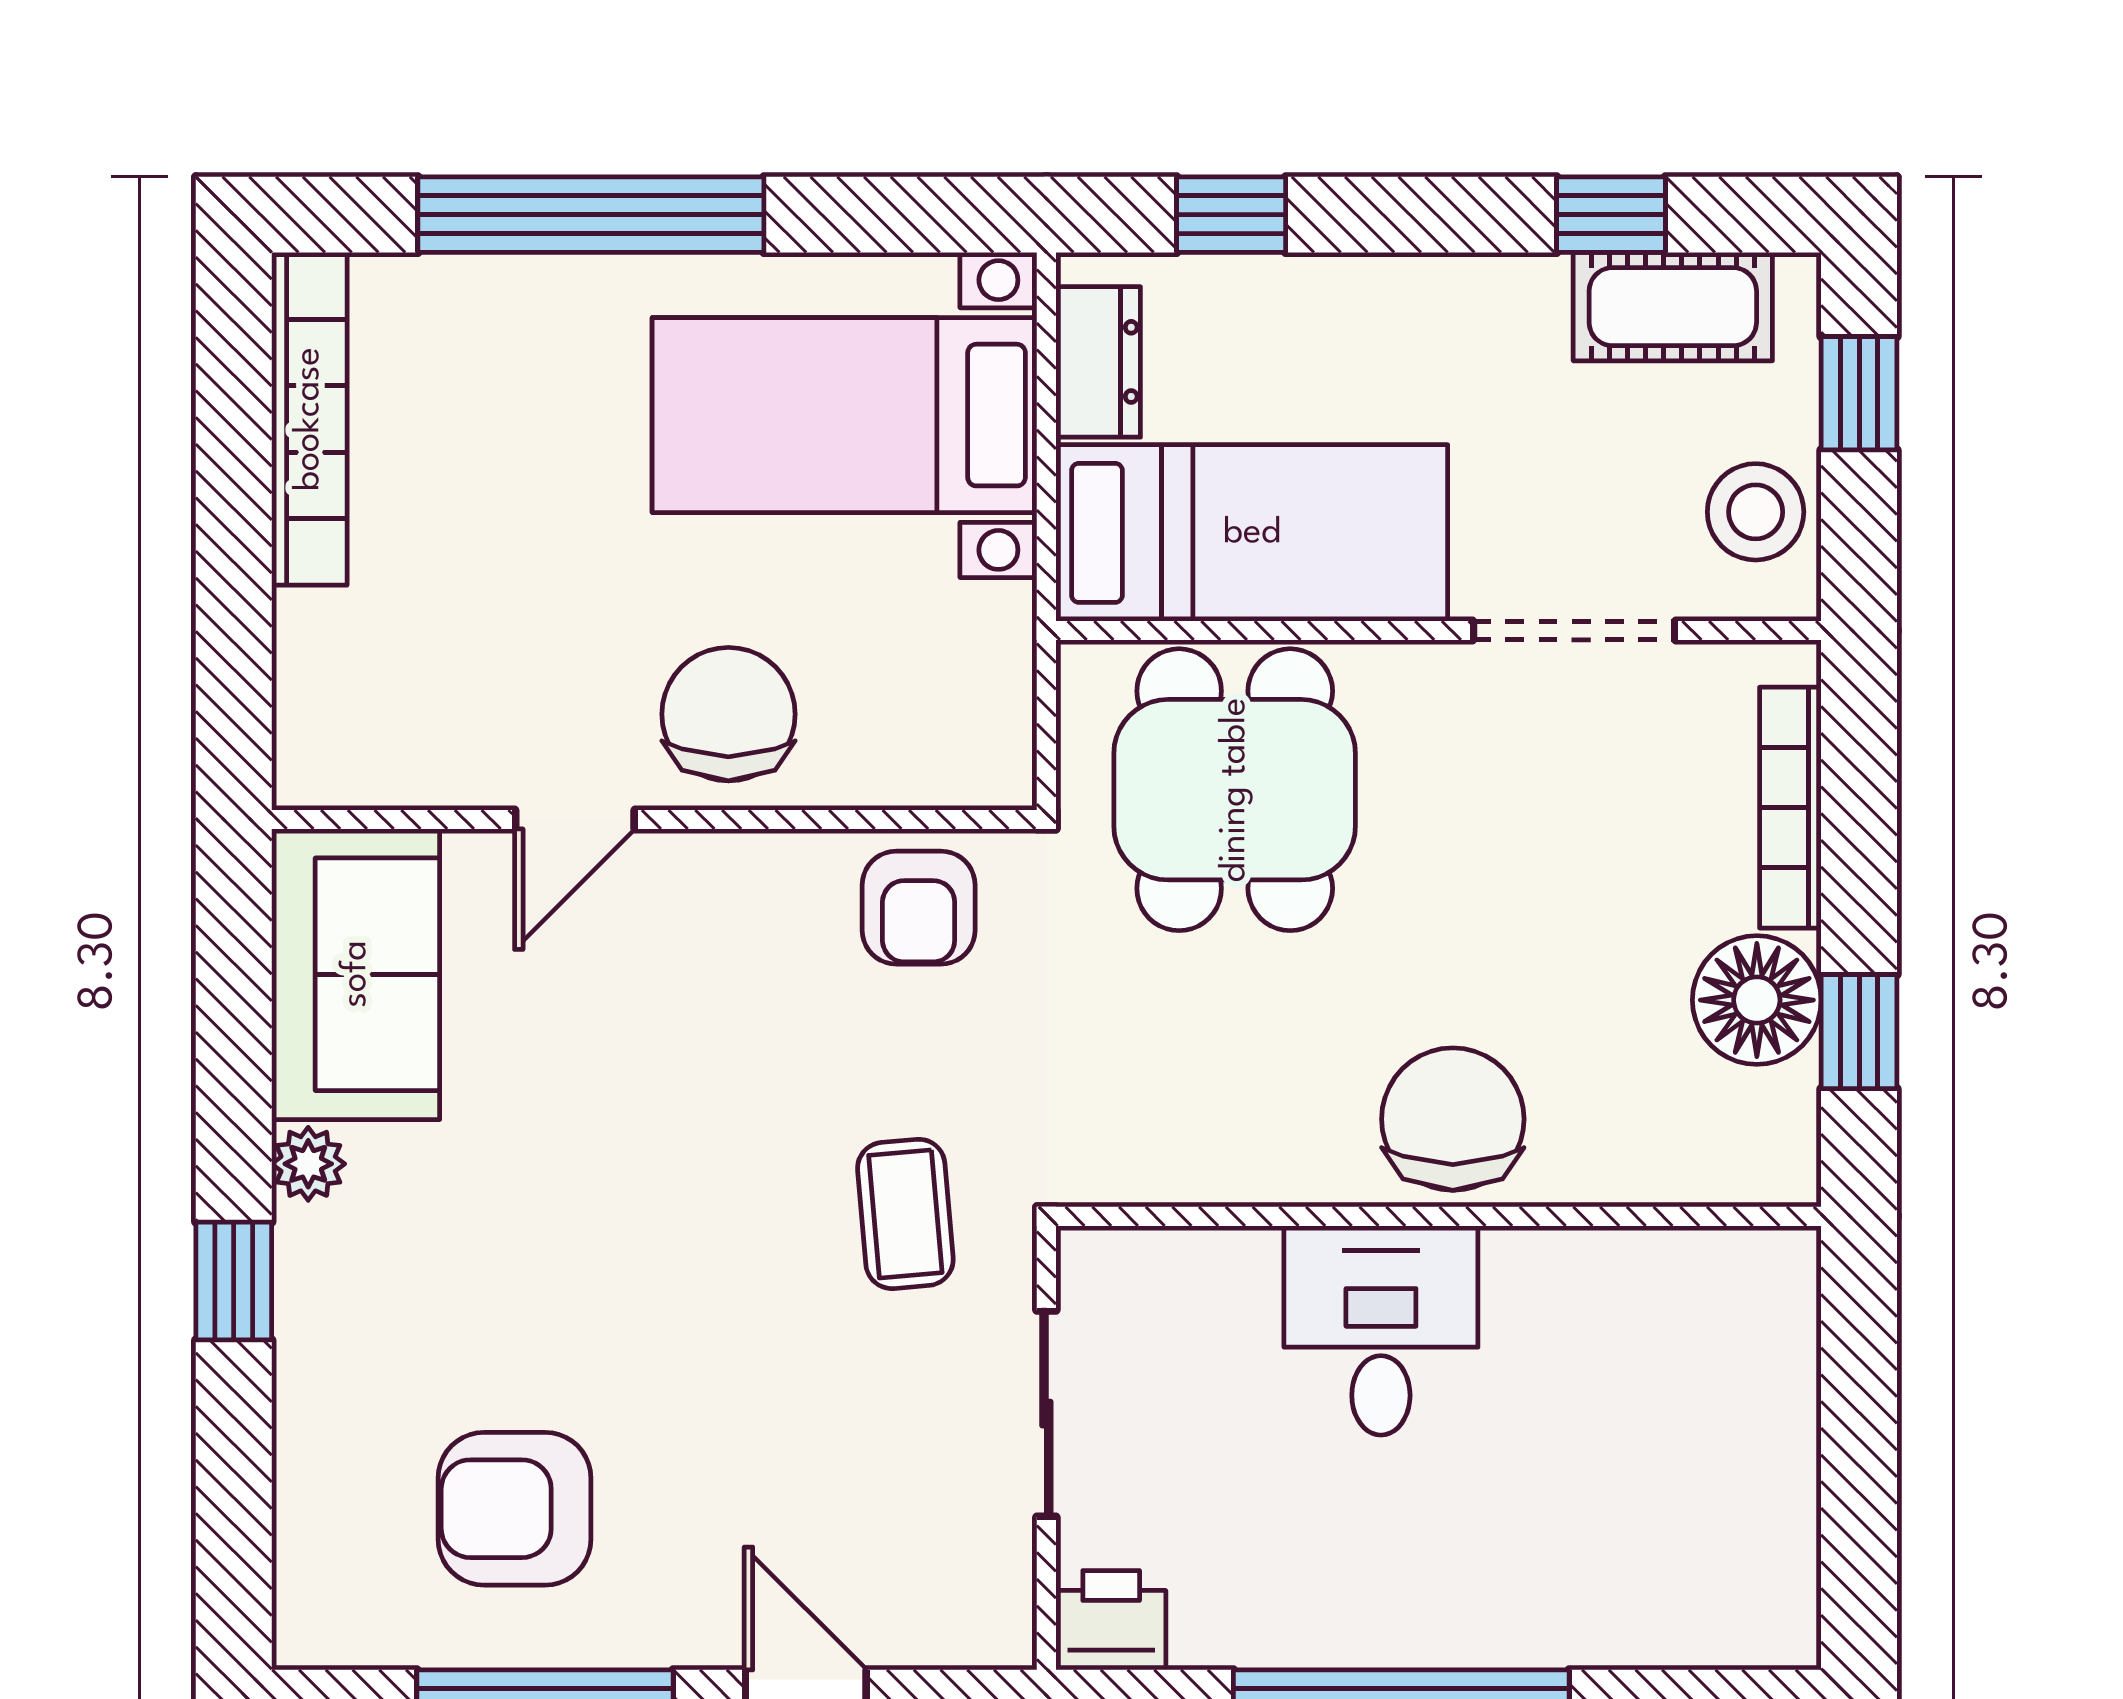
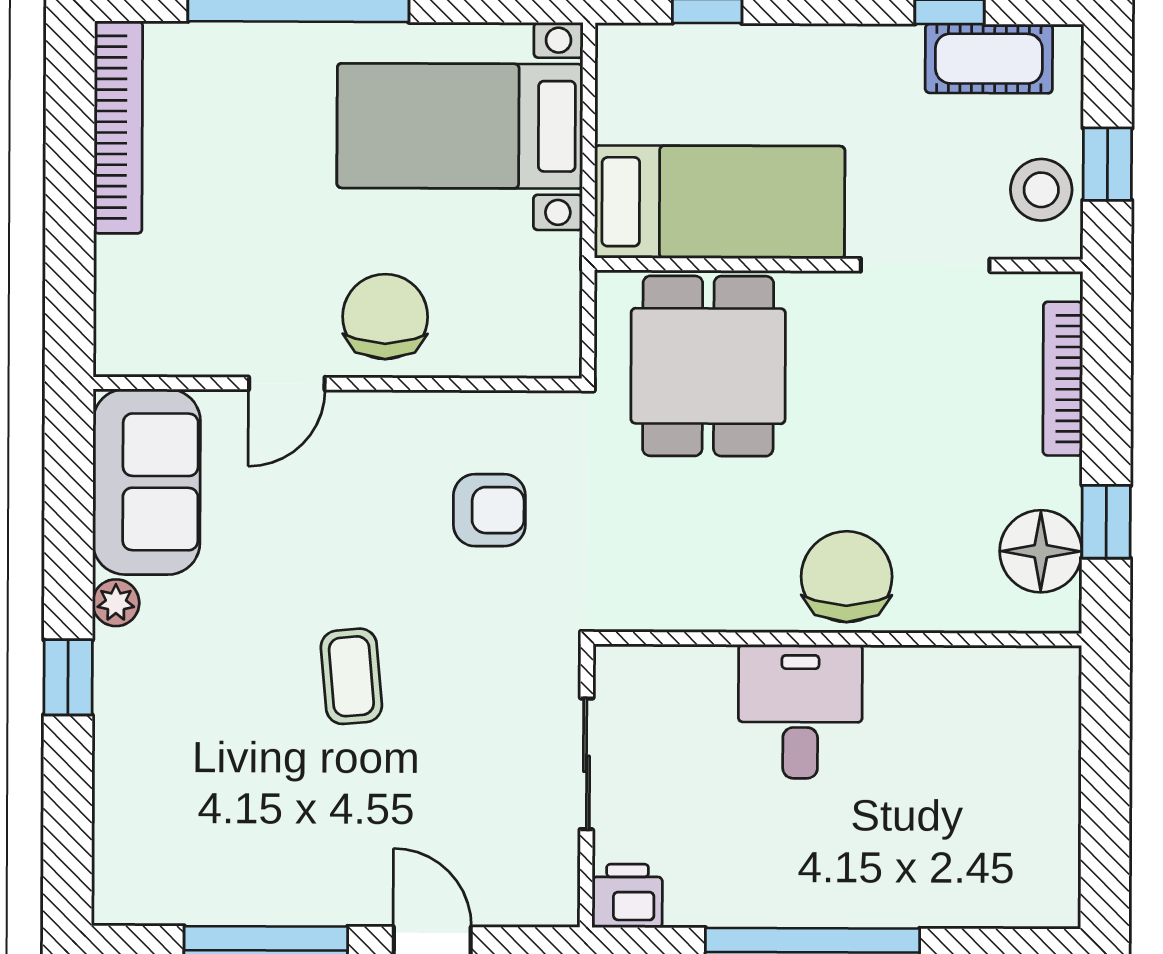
dresser: (1098, 362) -> (622, 93), removed
window: (1859, 393) -> (1107, 164), moved
armchair: (919, 908) -> (489, 510), moved, turned -90
floor lamp: (1757, 1000) -> (1041, 551), moved
coffee table: (905, 1214) -> (351, 676), moved
armchair: (515, 1509) -> (247, 823), removed

